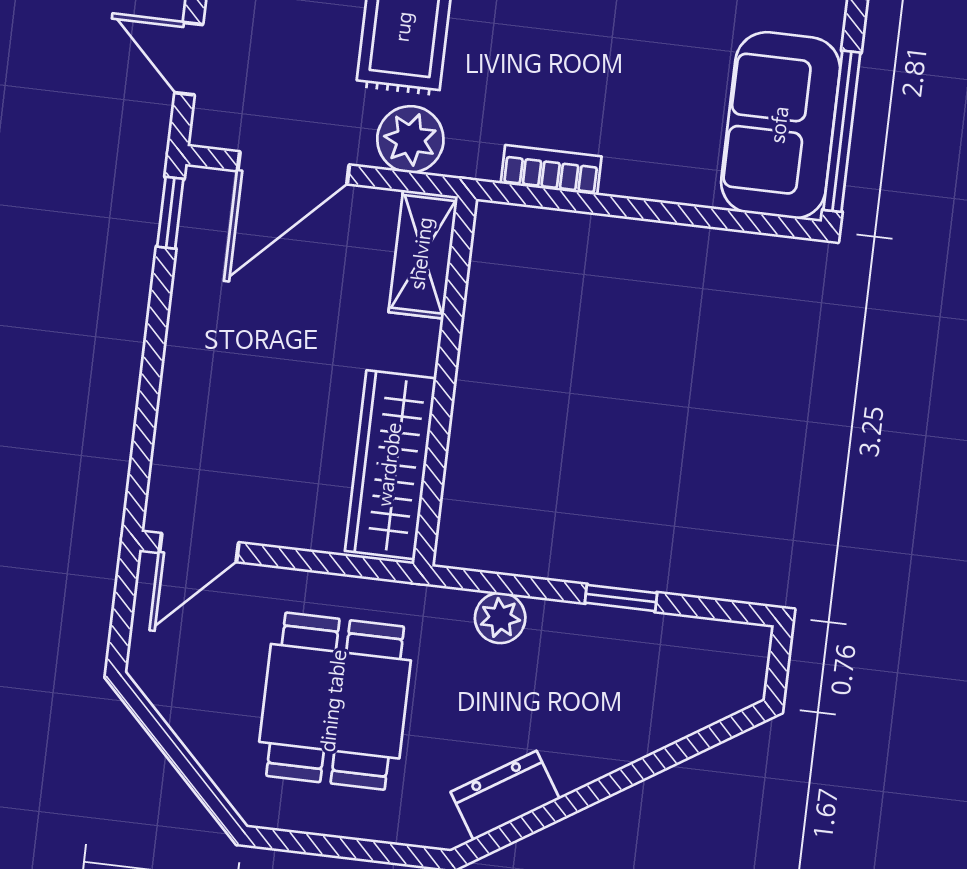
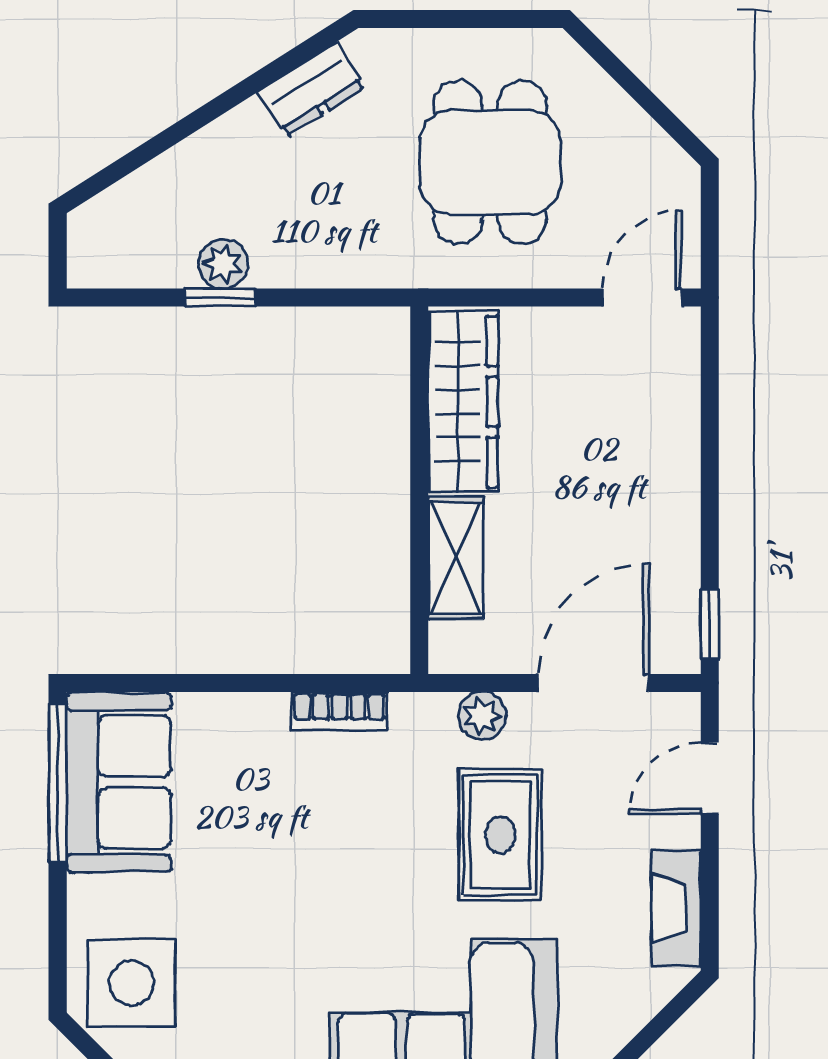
door: (189, 59) -> (710, 778), swing flipped
plant: (410, 139) -> (482, 716), width x0.73, depth x0.73
shelving: (423, 254) -> (456, 558), moved
plant: (500, 618) -> (223, 264), moved

